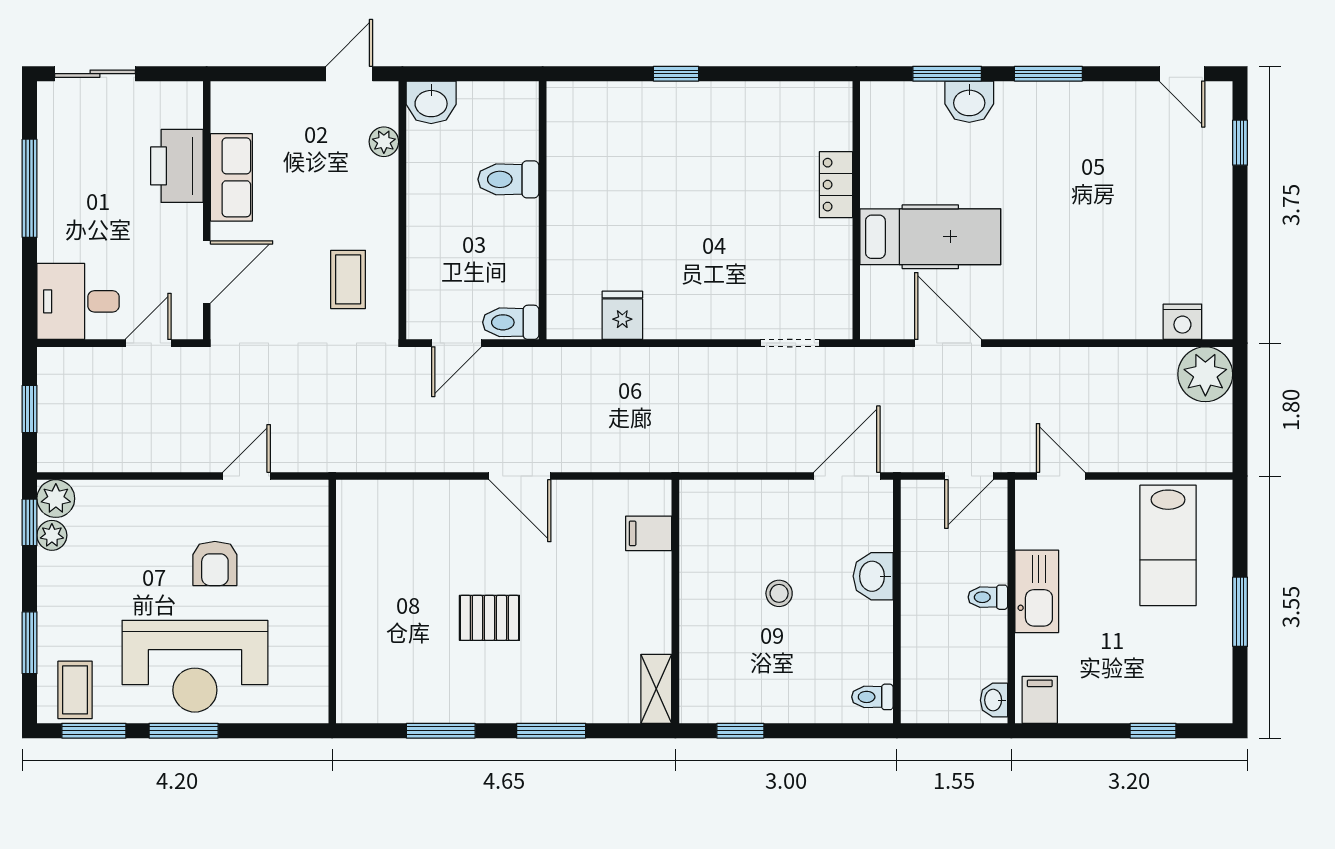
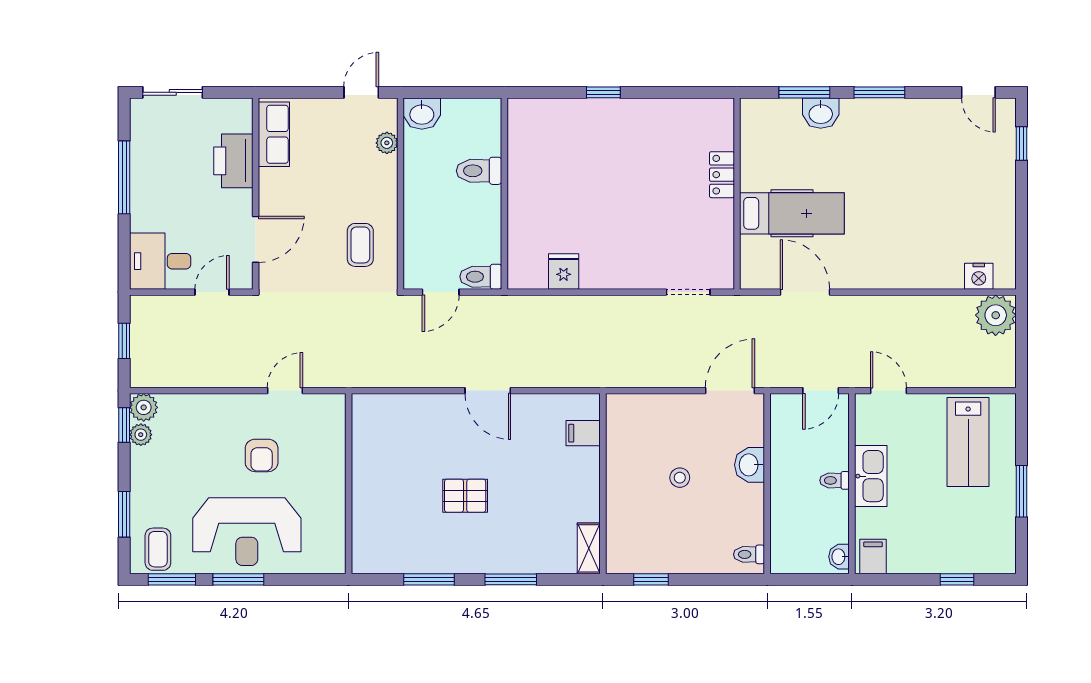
row of seats: (231, 177) -> (274, 134), moved

